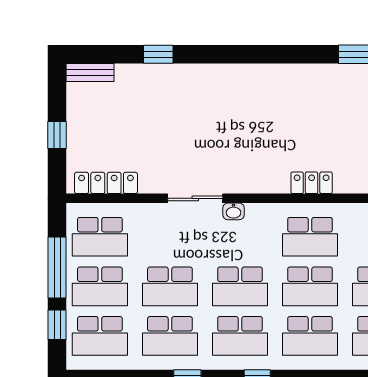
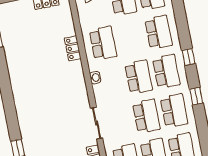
sliding door: (195, 198) -> (97, 123), moved
washbasin: (234, 211) -> (95, 78), moved
school desk: (310, 286) -> (131, 38), removed

